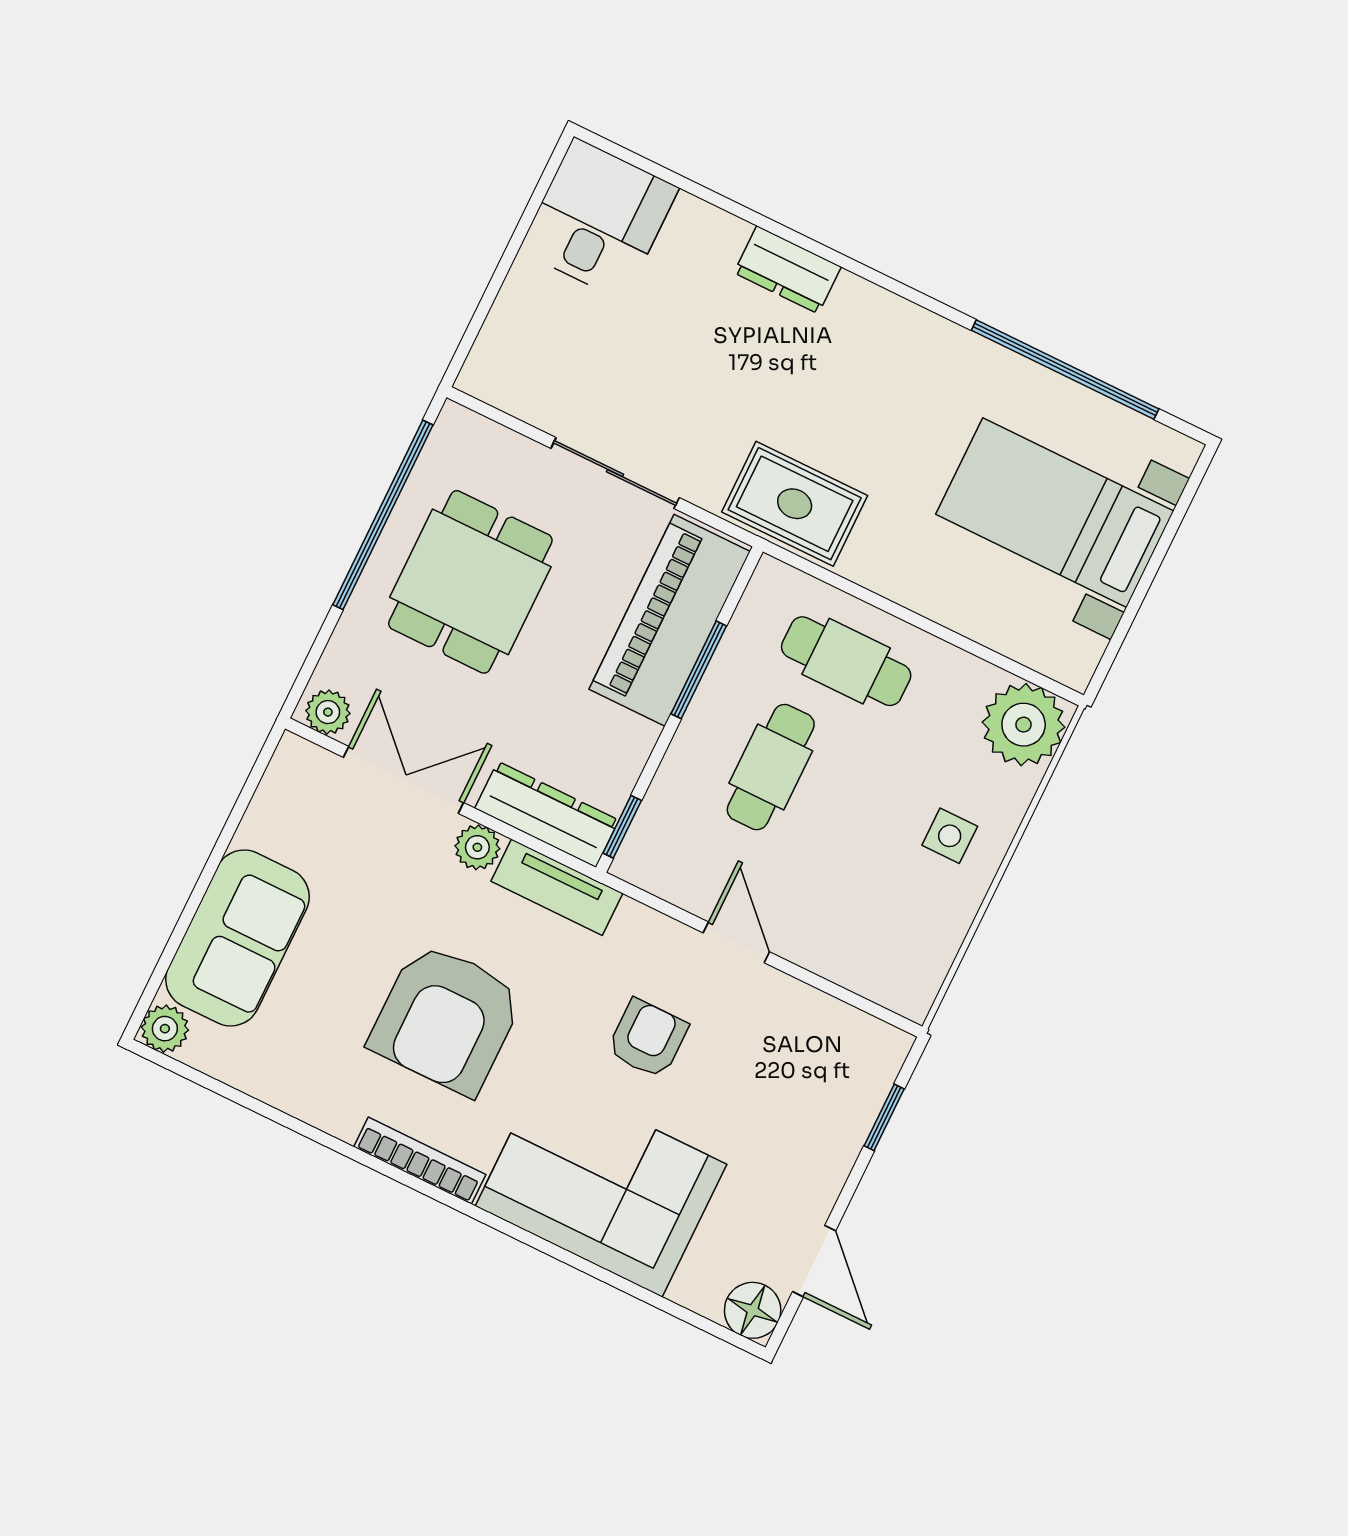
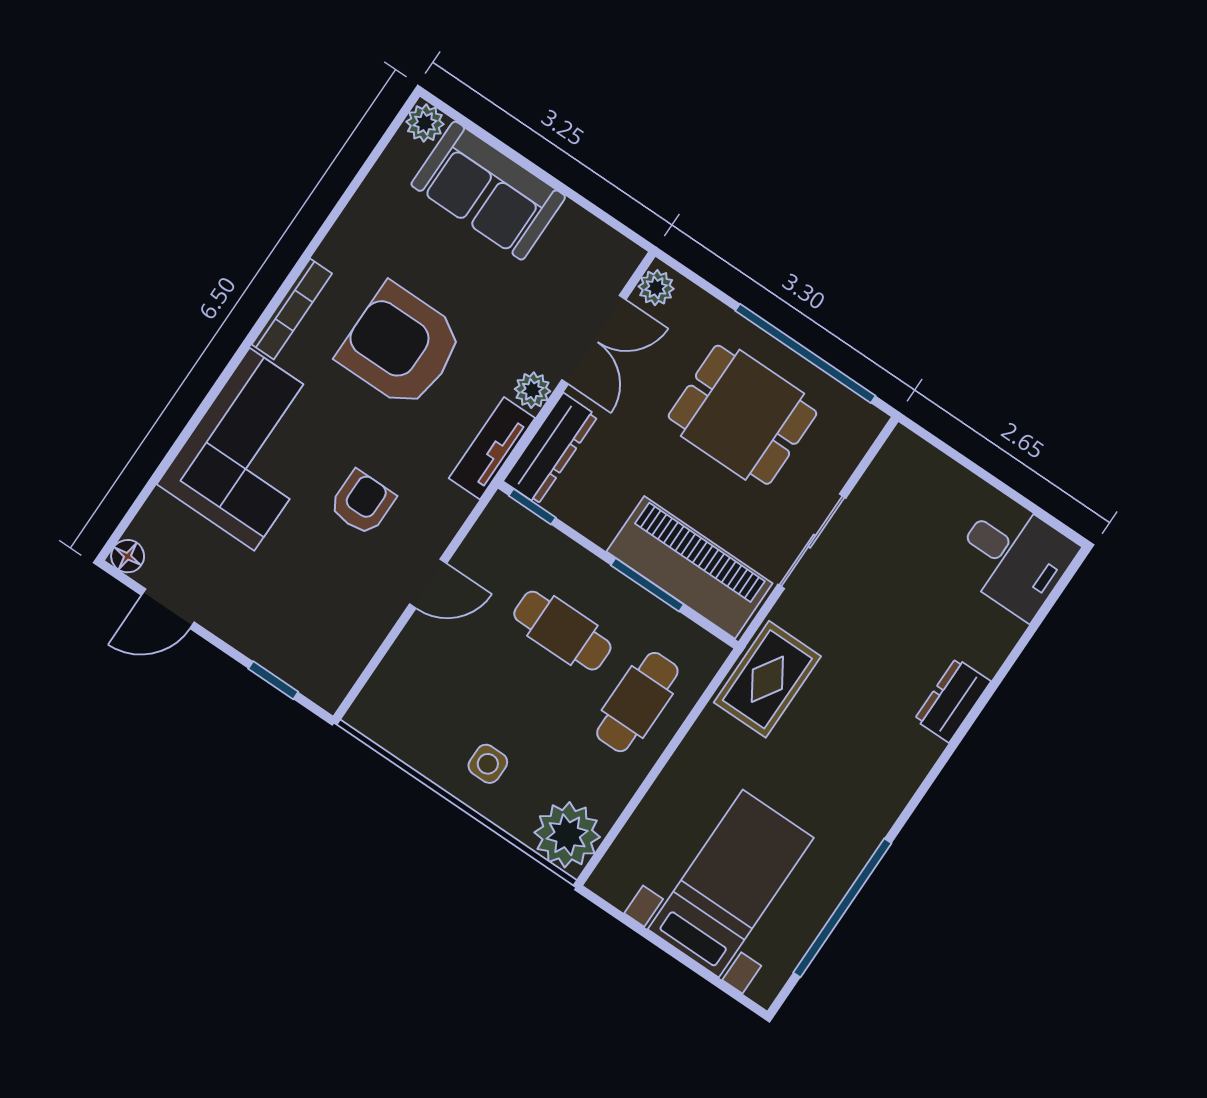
armchair: (648, 1039) -> (362, 503), turned -90
floor lamp: (753, 1310) -> (128, 556), width x0.73, depth x0.73

